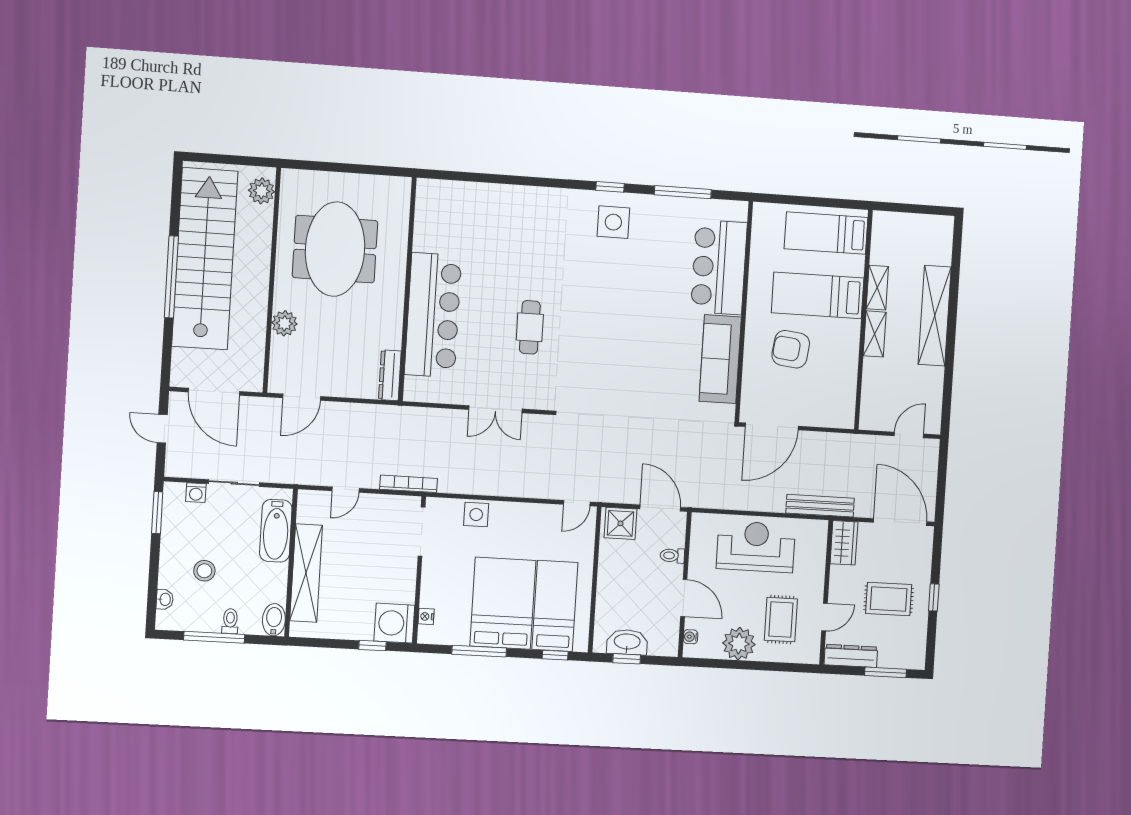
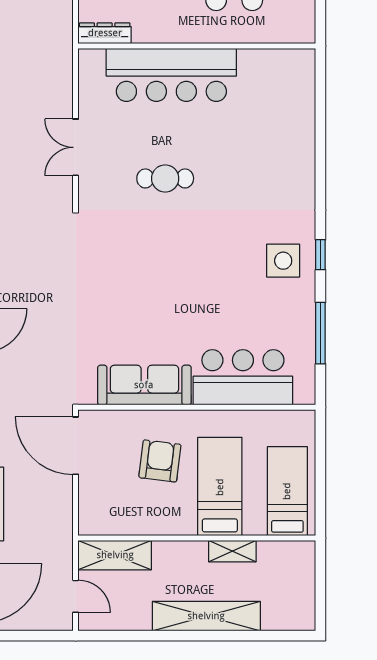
shelving: (875, 334) -> (115, 555), moved, width x1.50, depth x1.33

